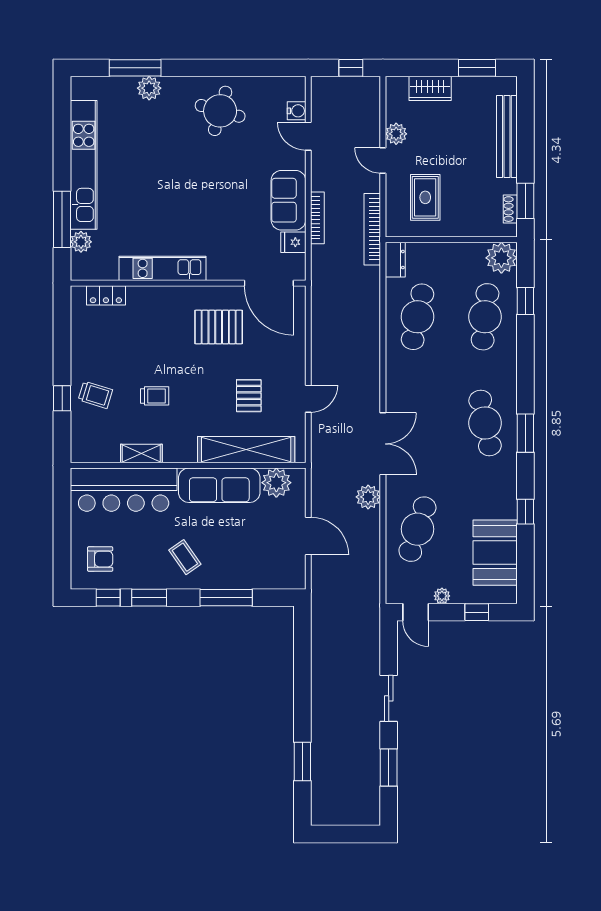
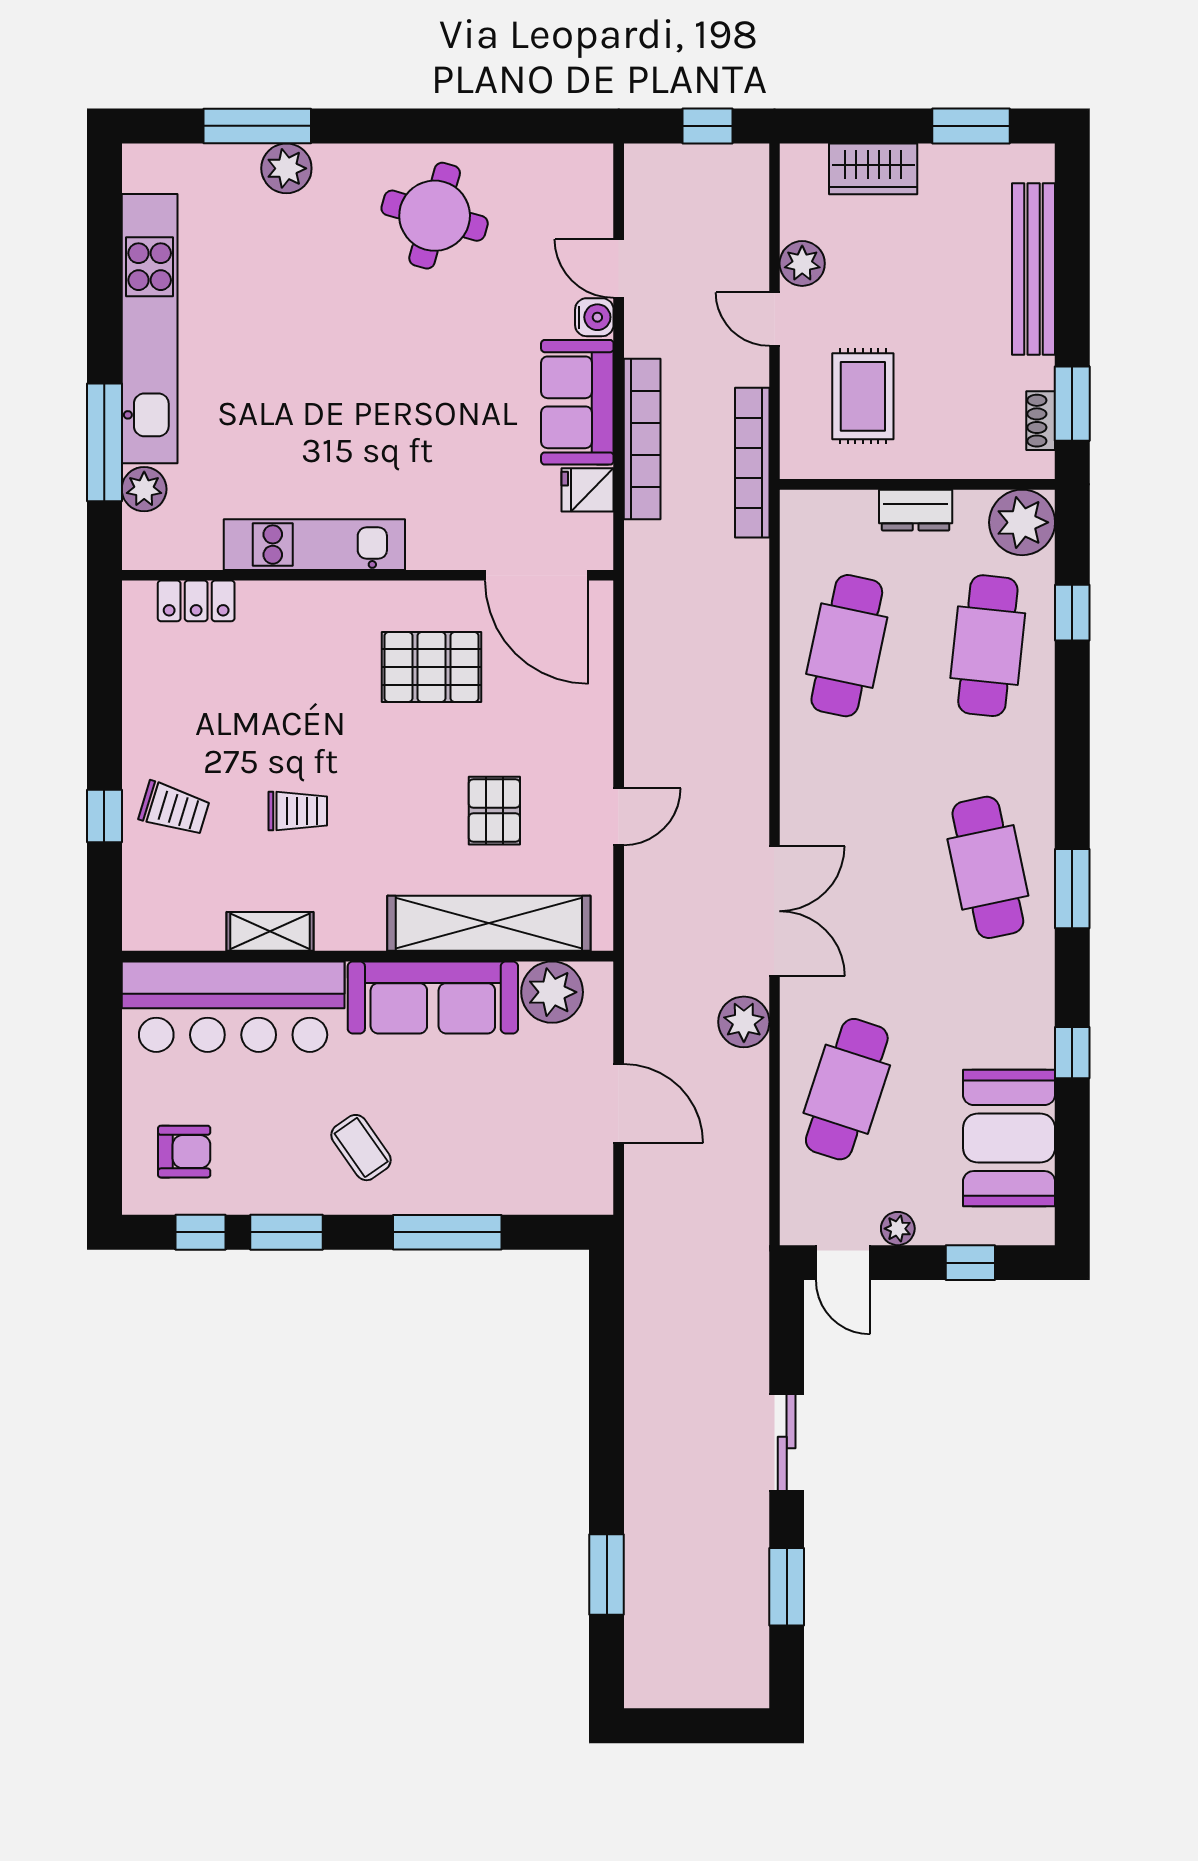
water cooler: (297, 111) -> (594, 317), moved
bookcase: (317, 218) -> (642, 439), width x1.48, depth x1.31
dresser: (395, 260) -> (916, 510), moved, turned 90

